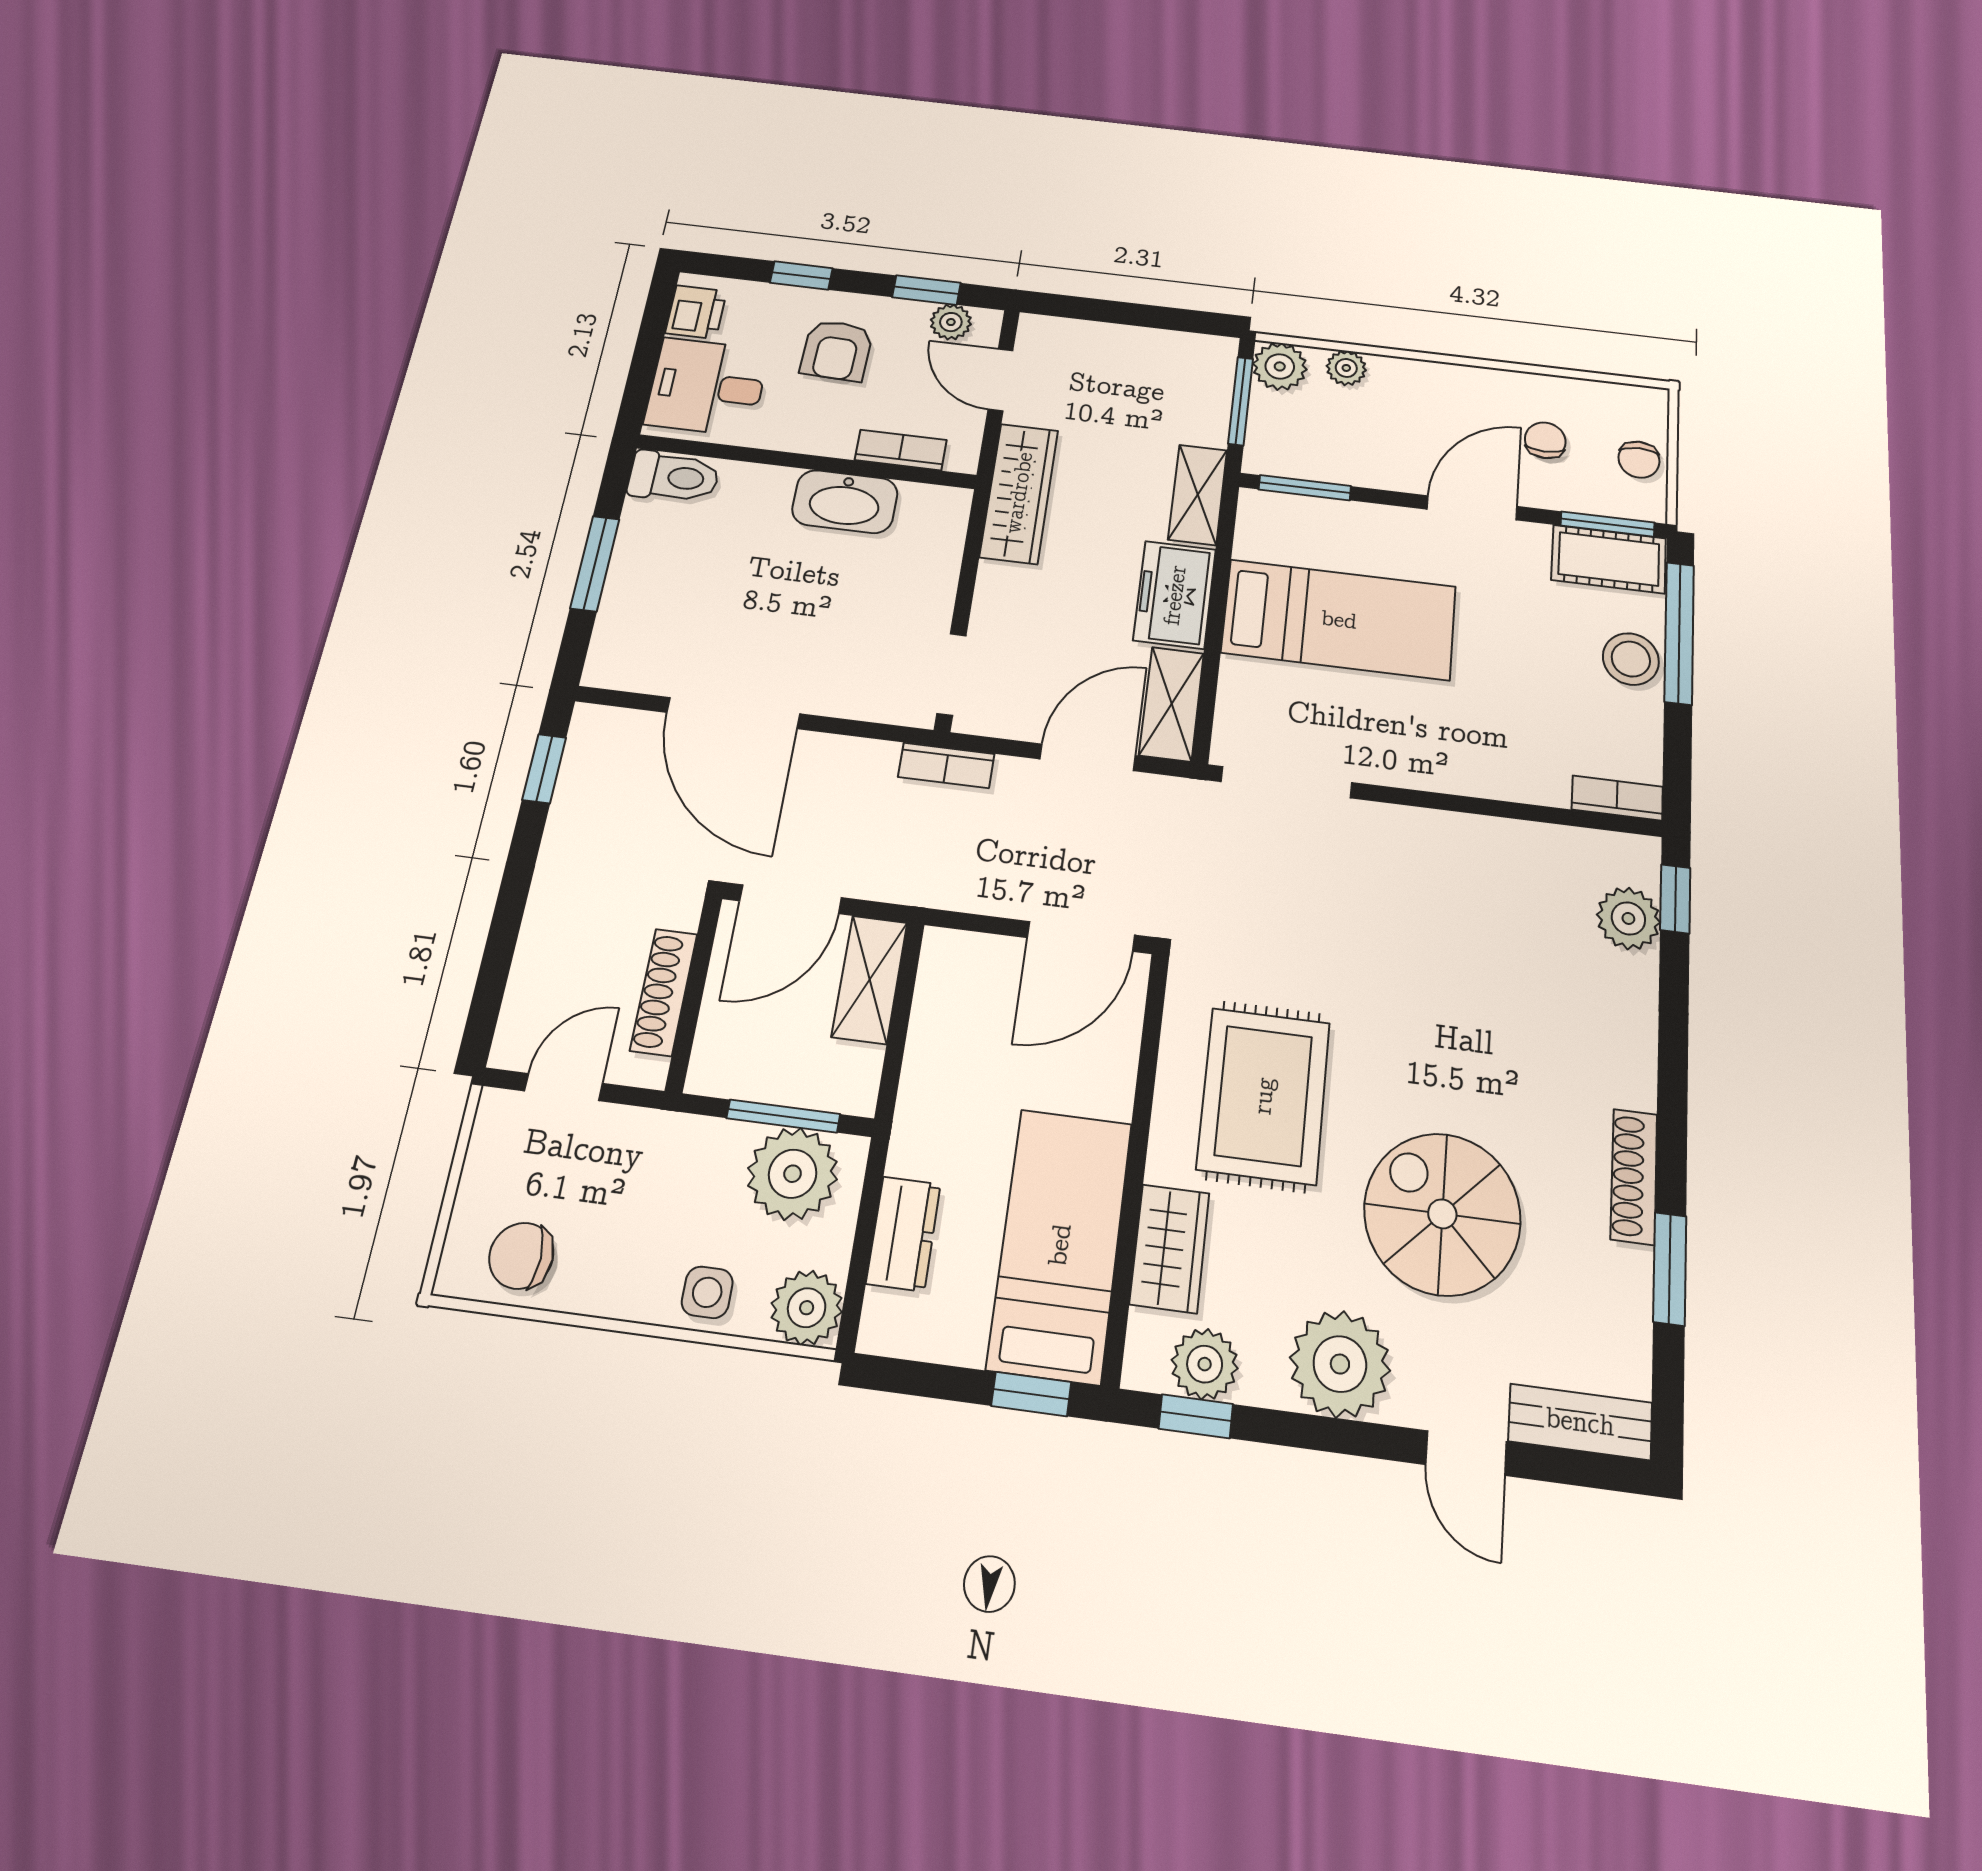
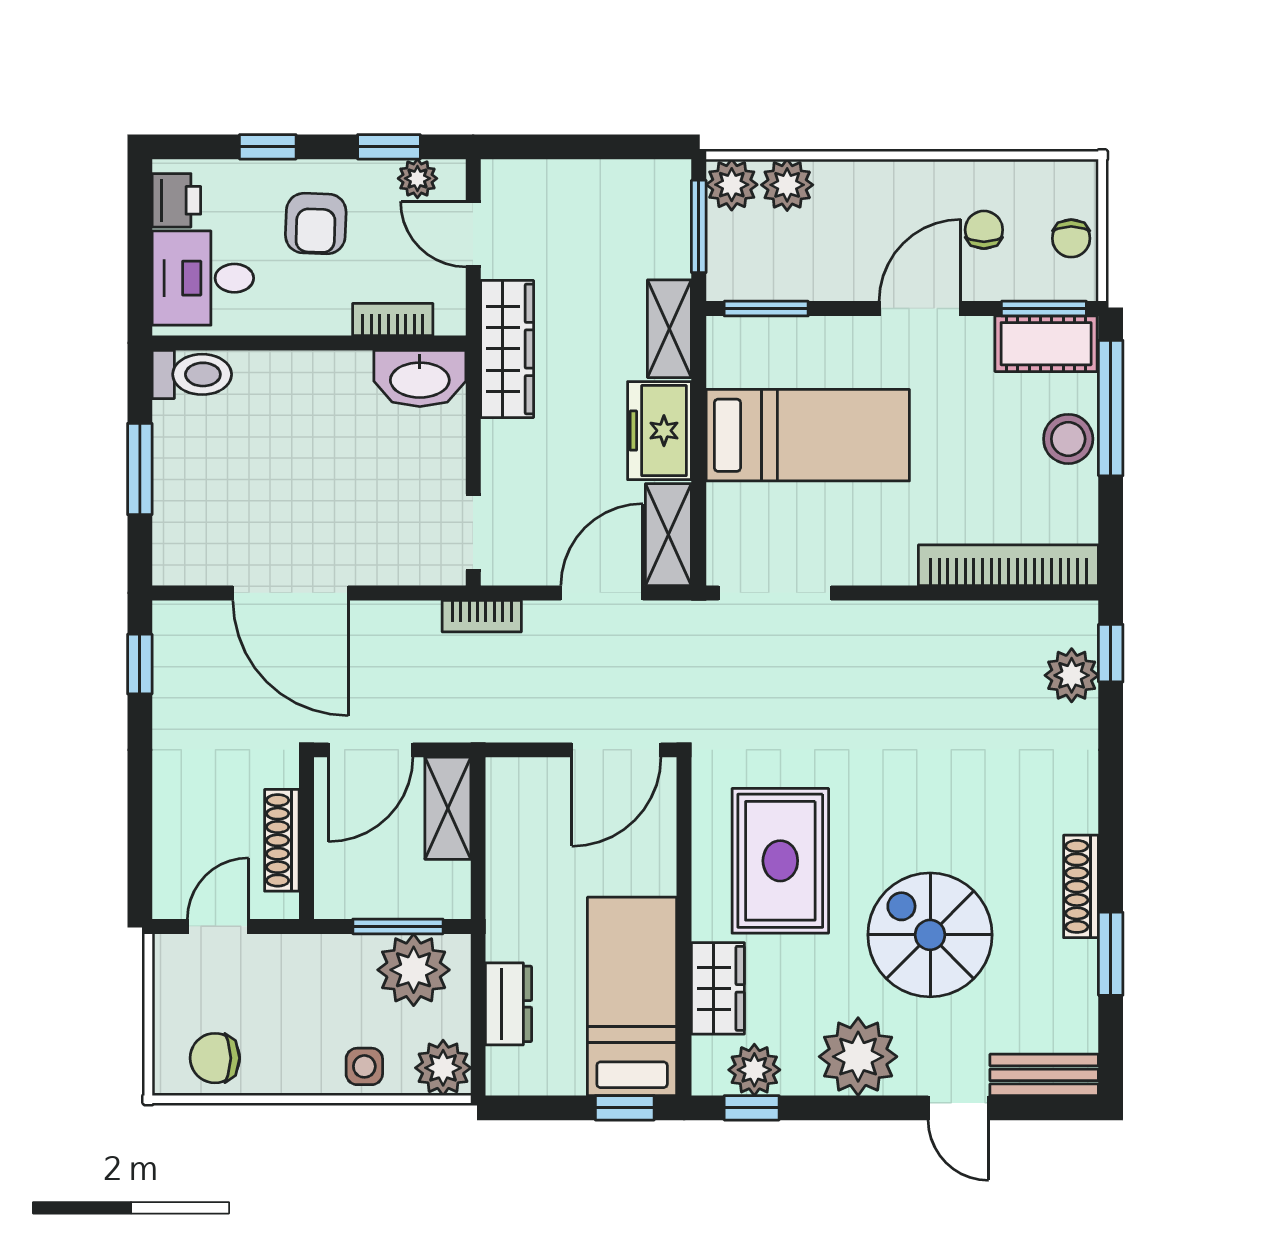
plant: (1346, 368) -> (787, 185), width x1.38, depth x1.38
washbasin: (845, 502) -> (420, 378), moved
bookcase: (1617, 798) -> (1008, 565), width x2.31, depth x1.31

